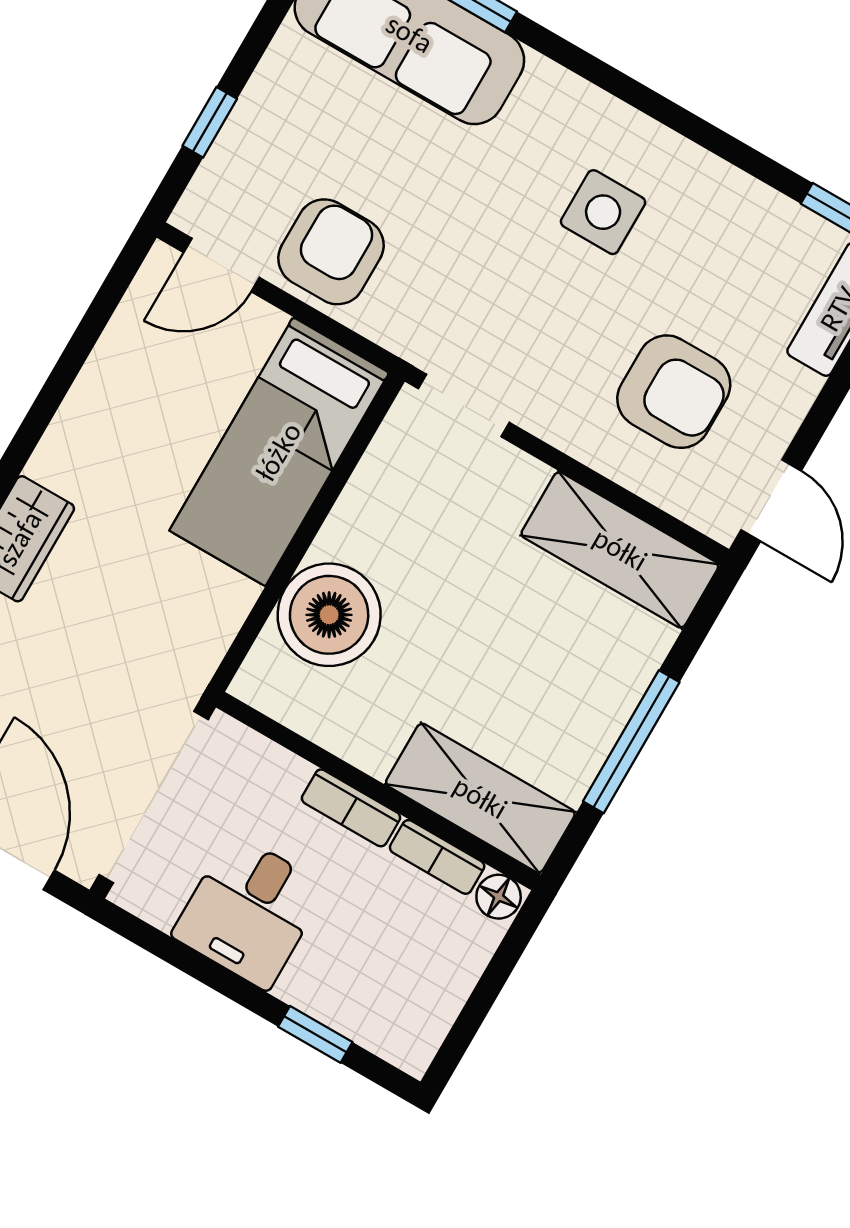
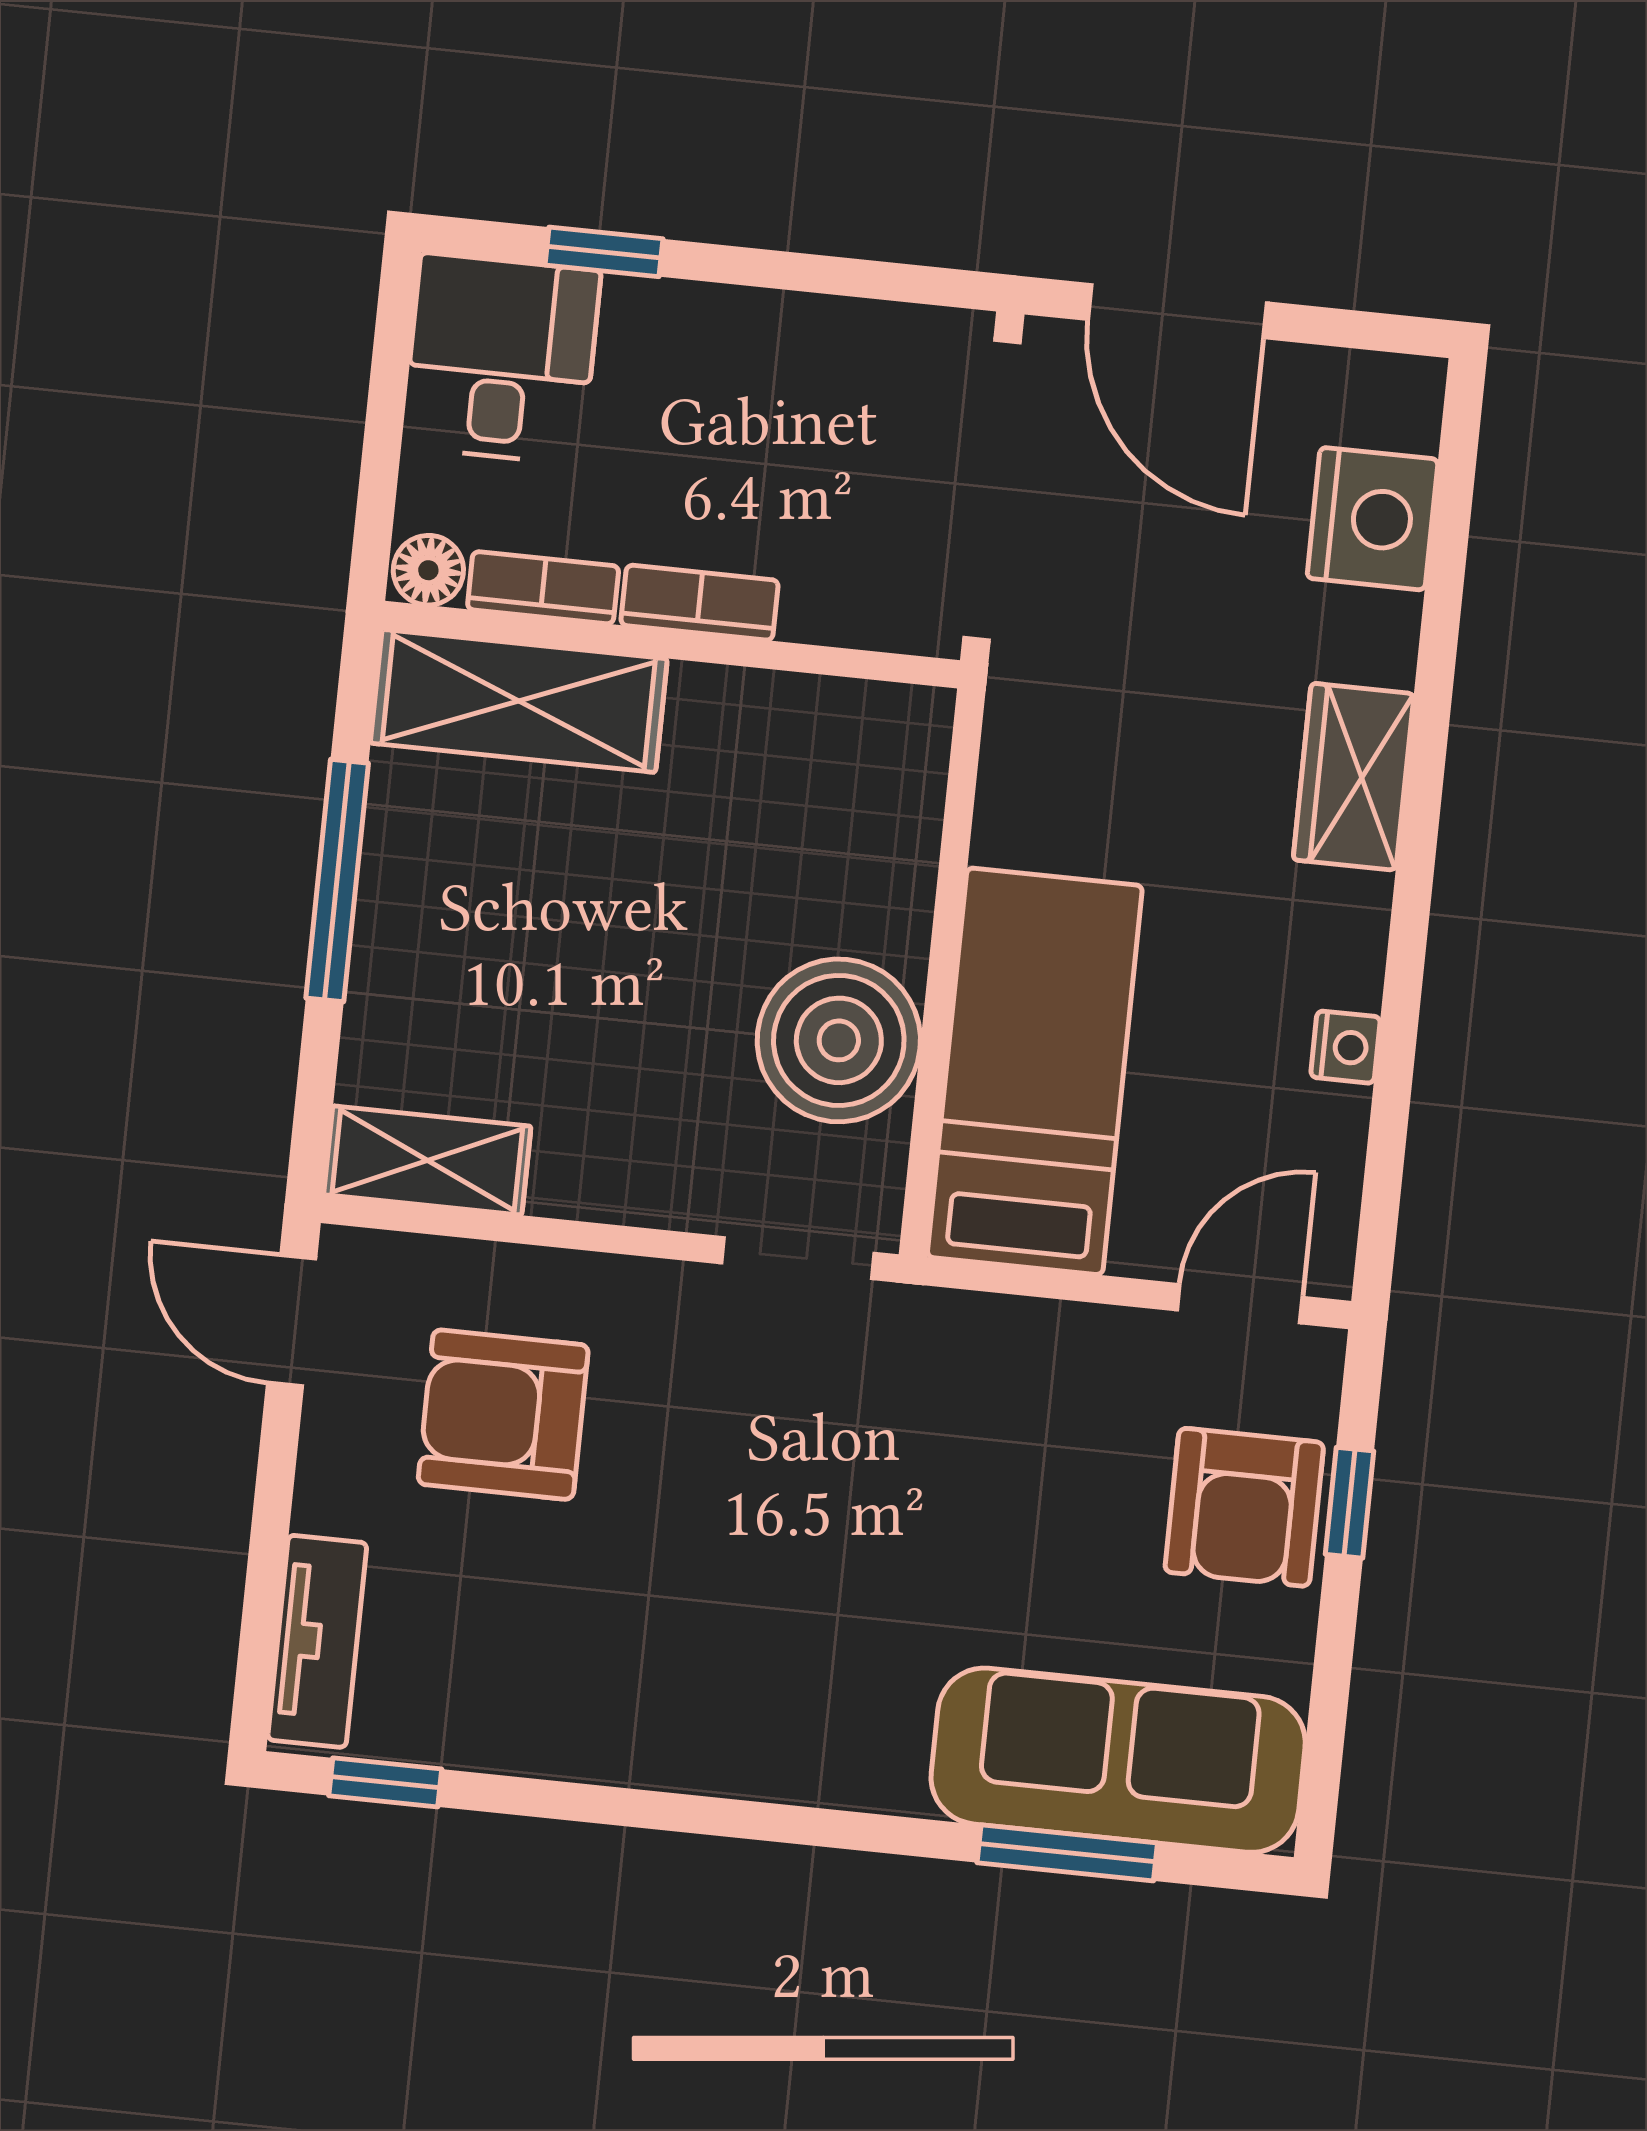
side table: (603, 212) -> (722, 1628), removed
armchair: (331, 252) -> (1244, 1507), moved
nightstand: (94, 385) -> (1346, 1047), added
shelving: (620, 550) -> (427, 1160), width x0.67, depth x0.75
boiler: (329, 615) -> (839, 1040), moved
desk: (249, 911) -> (501, 359), moved

